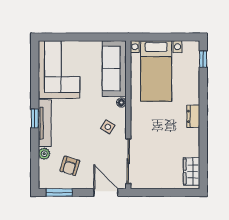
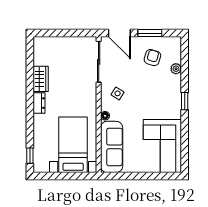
tv unit: (45, 123) -> (176, 97), removed
wardrobe: (191, 172) -> (41, 79), moved
window: (59, 193) -> (150, 33), moved

